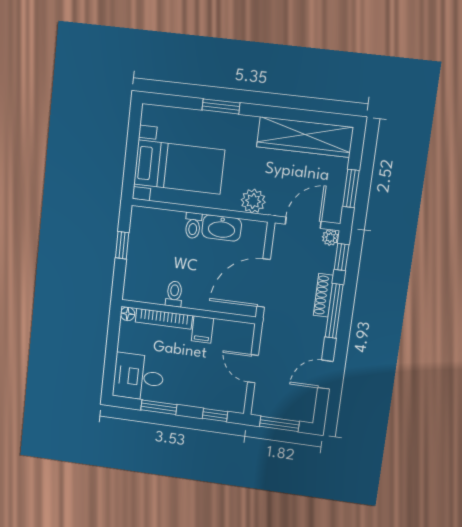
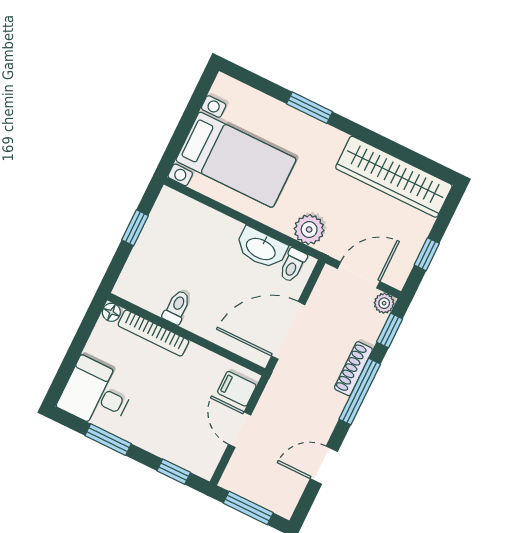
window: (351, 188) -> (427, 254), width x0.67
toilet: (193, 226) -> (293, 265), moved
filing cabinet: (202, 329) -> (237, 389), moved, turned 90

